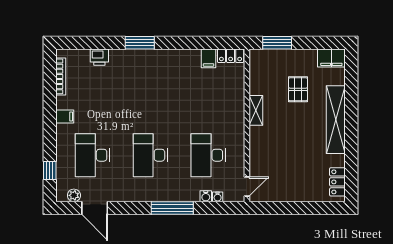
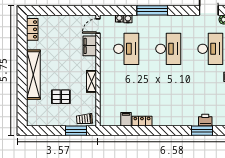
window: (140, 43) -> (202, 131), moved
locker: (231, 56) -> (142, 121), moved
filing cabinet: (331, 58) -> (90, 46), moved, turned -90
trolley: (266, 59) -> (84, 119), added
pallet: (298, 89) -> (61, 97), turned 90

